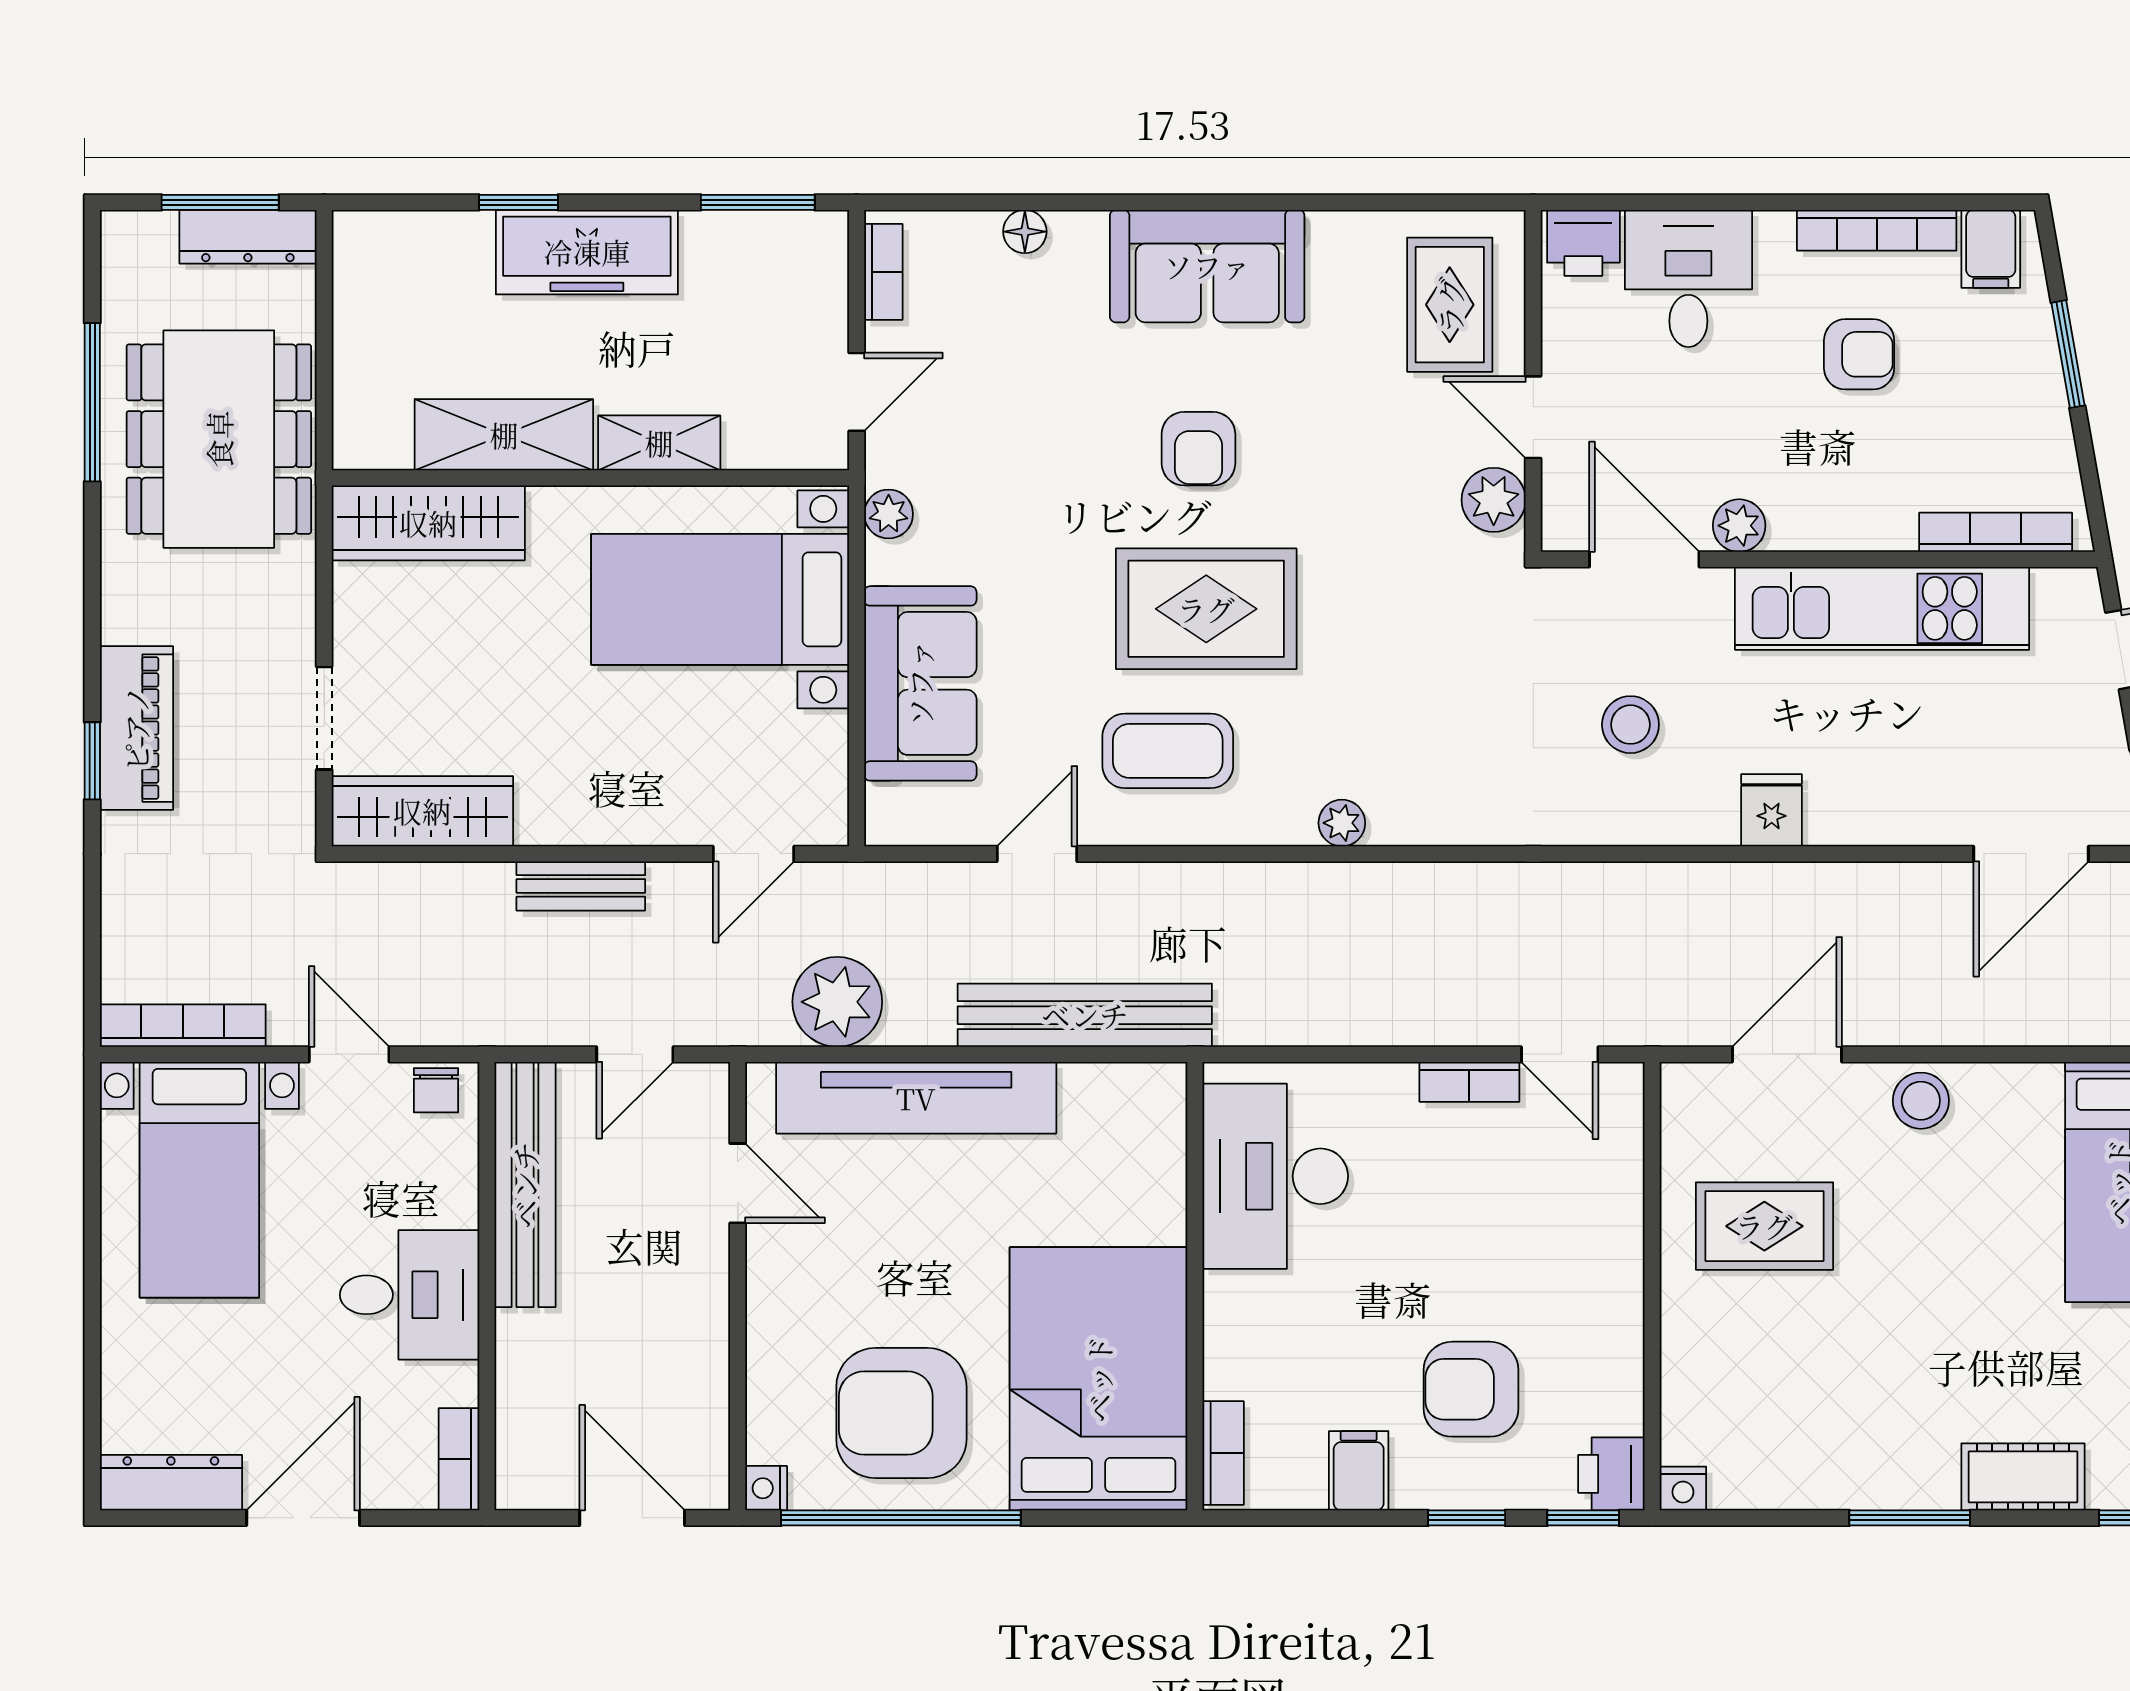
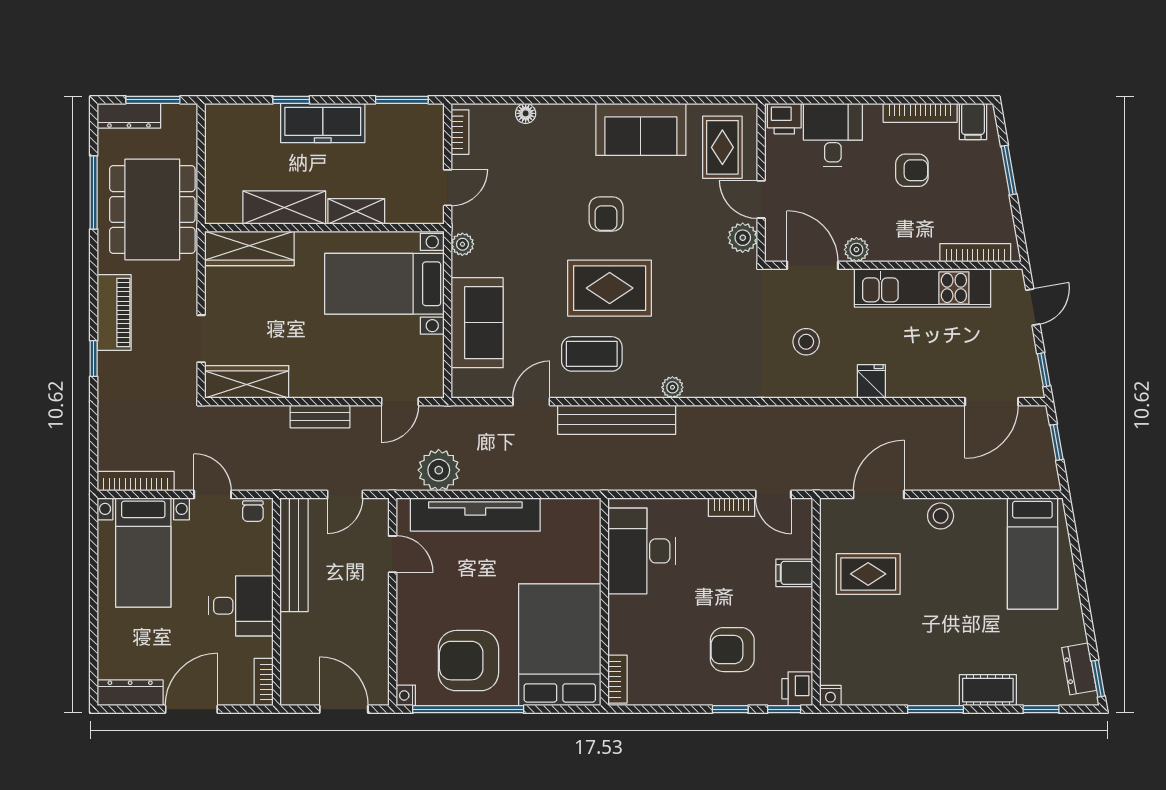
dresser: (248, 237) -> (129, 116), moved
sofa: (1207, 266) -> (641, 129), moved
piano: (136, 728) -> (114, 312), moved
bench: (1085, 1015) -> (617, 420), moved
filing cabinet: (1359, 1471) -> (794, 573), moved, turned -90

